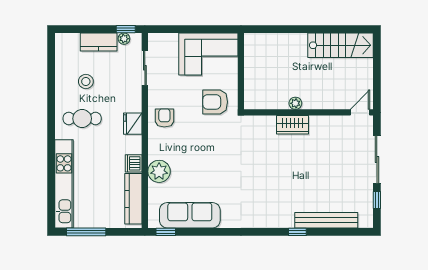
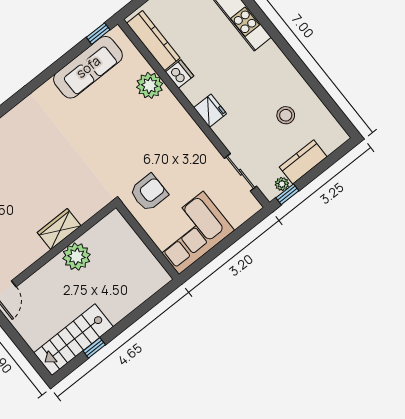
window: (331, 29) -> (94, 348), added
plant: (295, 103) -> (77, 257), width x1.88, depth x1.88
armchair: (164, 118) -> (185, 140), removed
cafe table: (82, 119) -> (262, 78), removed

